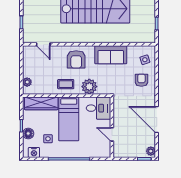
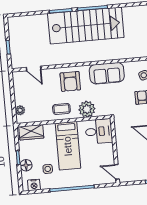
wardrobe: (41, 103) -> (31, 132), width x0.67
door: (112, 134) -> (117, 172), moved

